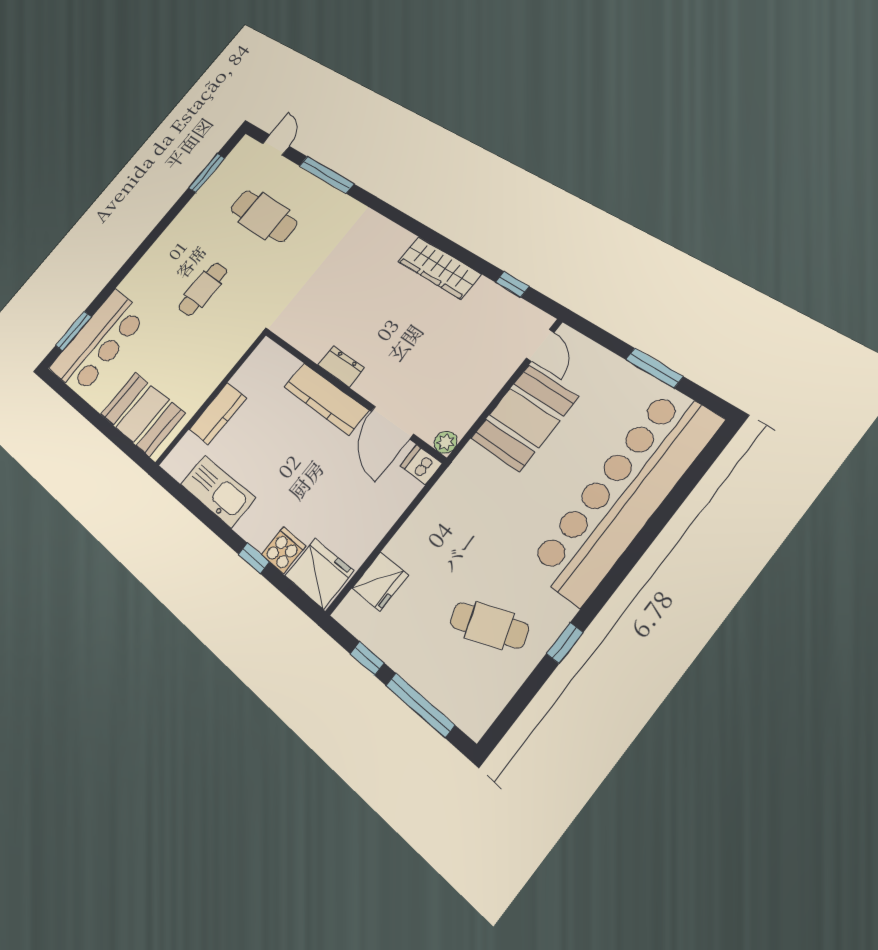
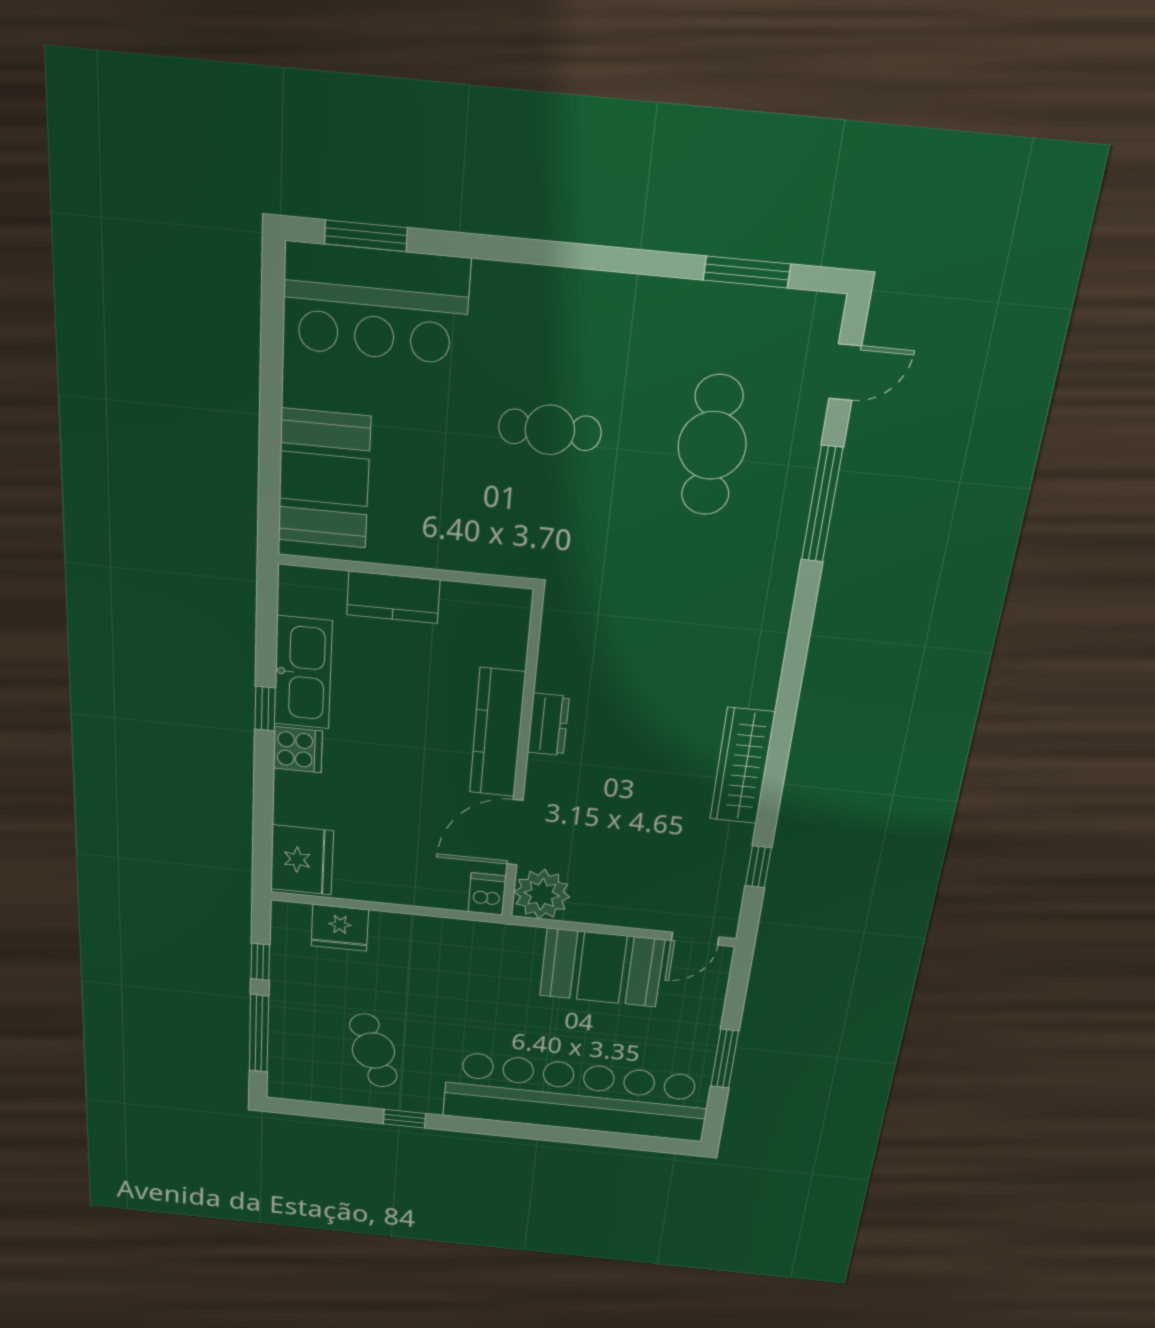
plant: (446, 442) -> (542, 894), width x1.88, depth x1.88
cooker: (283, 550) -> (298, 750), moved
window: (254, 558) -> (265, 709), moved

